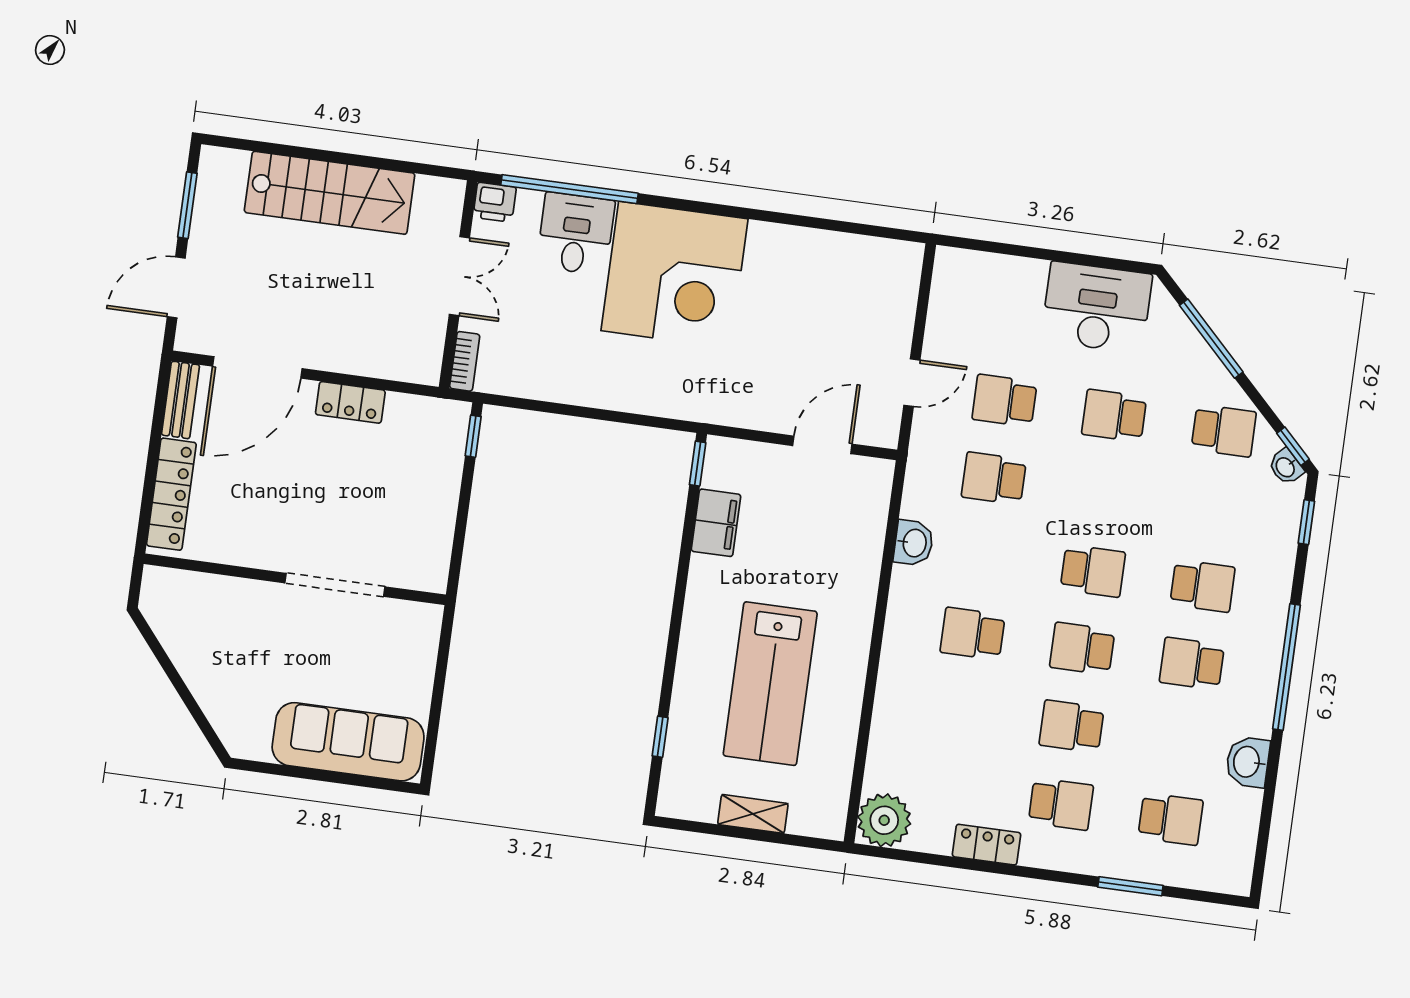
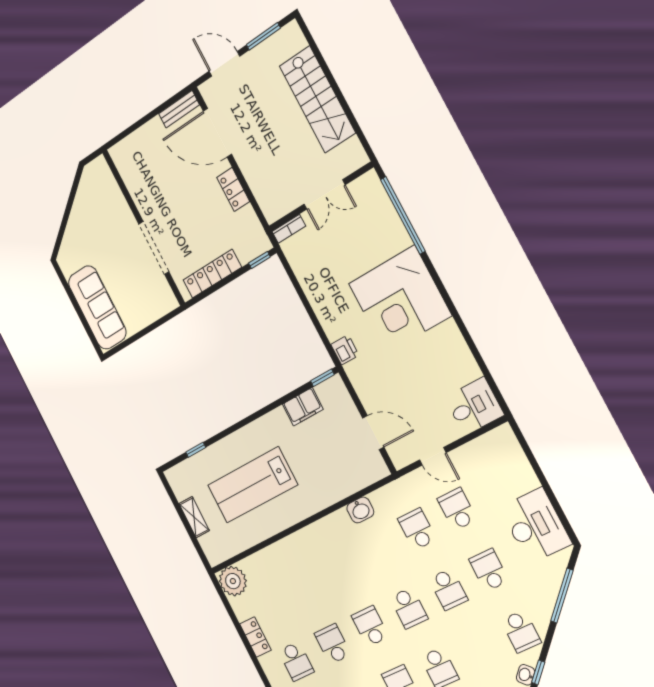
printer: (495, 202) -> (345, 350), moved, turned 180
desk: (576, 234) -> (474, 406), moved
locker: (171, 494) -> (212, 274), moved, turned 180
school desk: (973, 634) -> (448, 589), moved, turned 180

